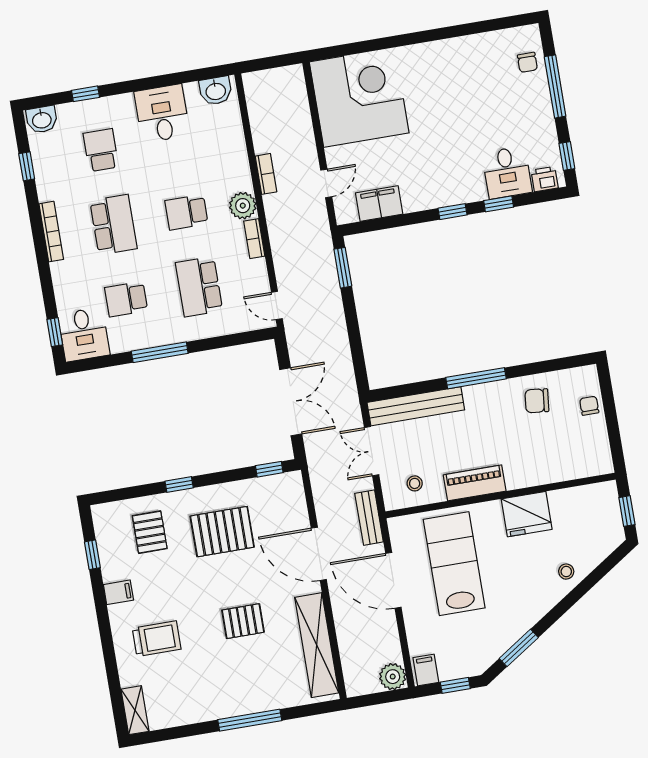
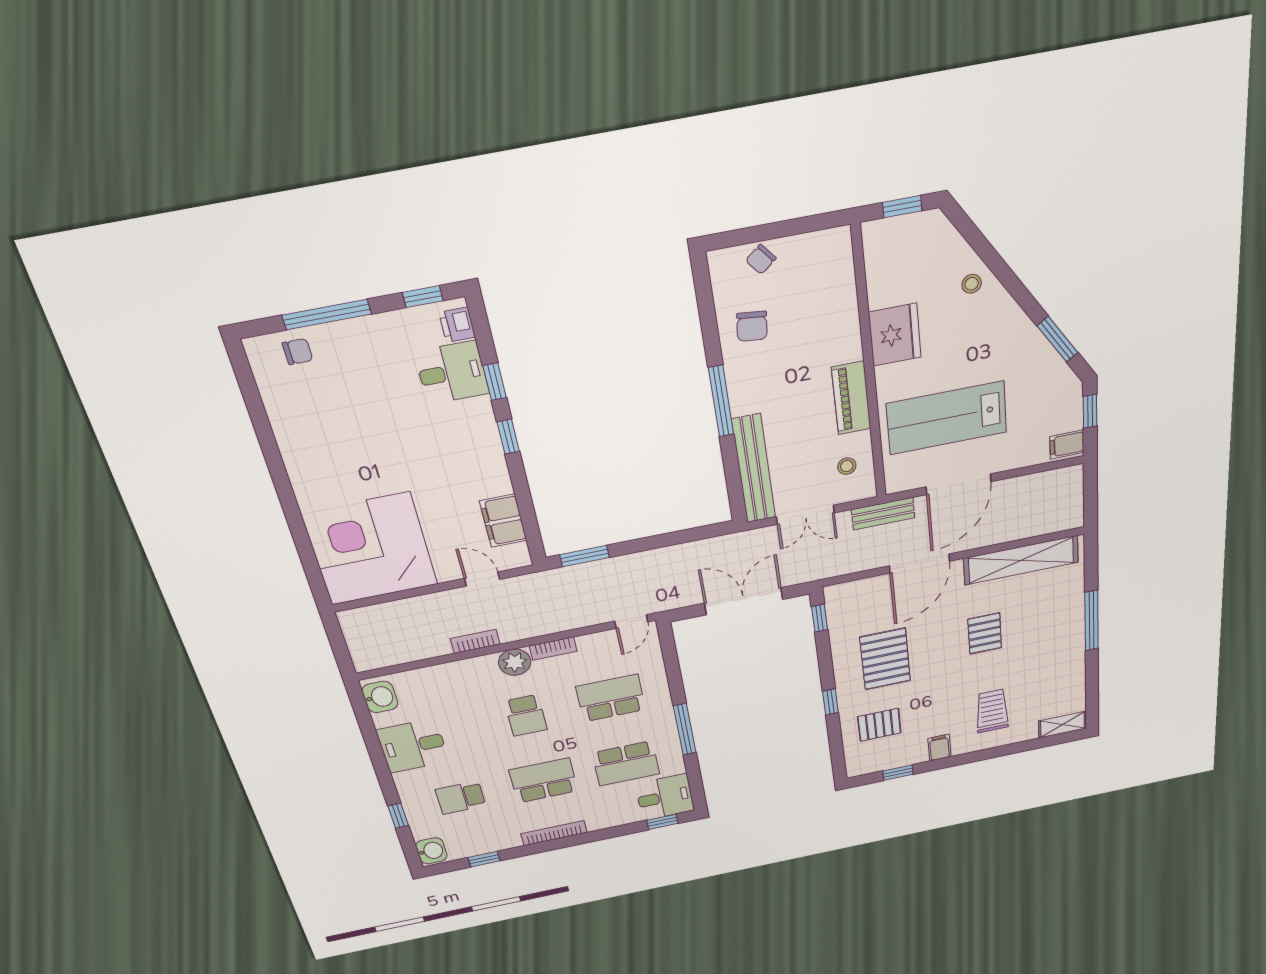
school desk: (199, 287) -> (611, 698), turned 180
school desk: (126, 299) -> (626, 763), width x1.85
chair: (589, 406) -> (761, 259), turned -39
plant: (393, 677) -> (1069, 480), removed

